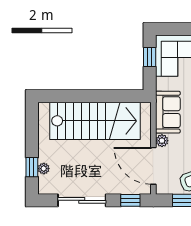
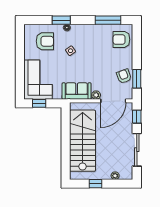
window: (32, 167) -> (95, 184), moved

